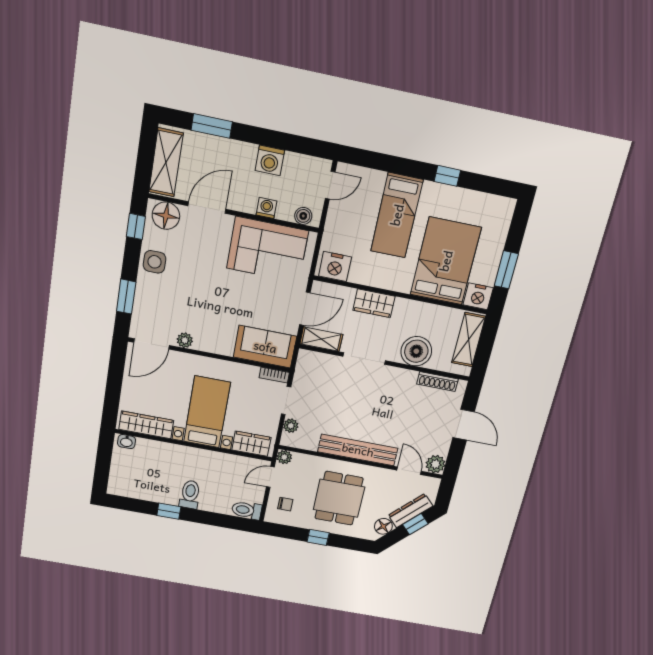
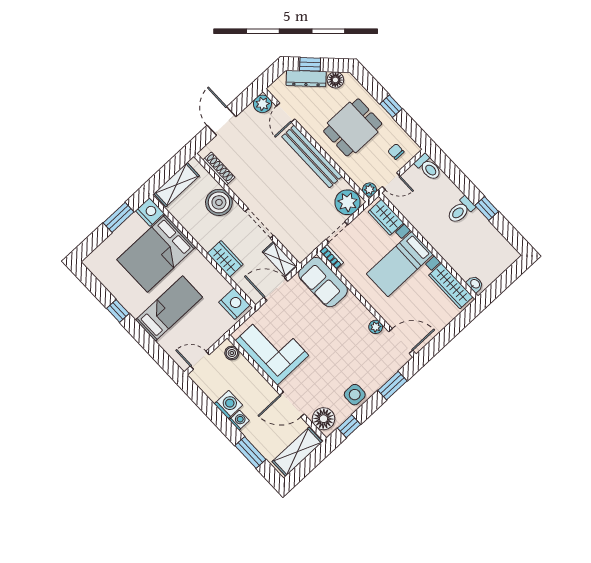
washing machine: (266, 208) -> (239, 420), moved, turned 180
plant: (291, 426) -> (348, 202), width x1.87, depth x1.87

